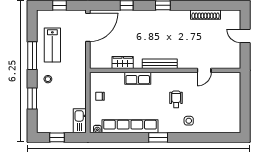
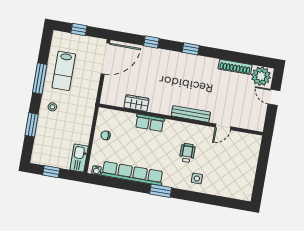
plant: (230, 19) -> (261, 76), added
bench: (160, 64) -> (191, 114), moved

